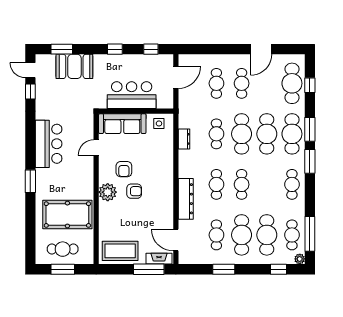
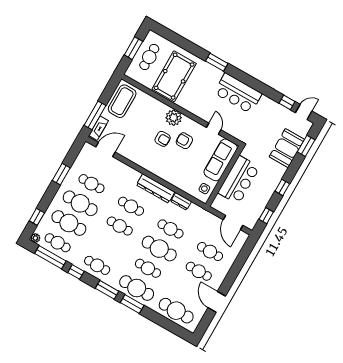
window: (310, 85) -> (76, 272), moved
cafe table: (267, 134) -> (148, 268), width x0.73, depth x0.74
armchair: (134, 191) -> (163, 139), turned -90
dresser: (186, 199) -> (156, 188), moved

